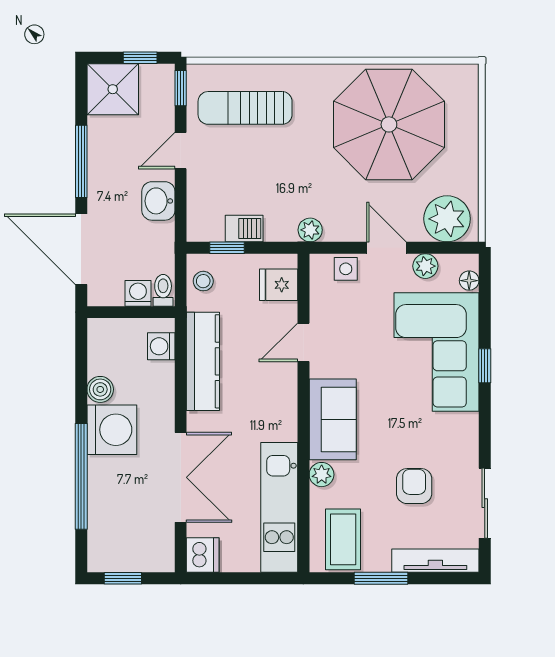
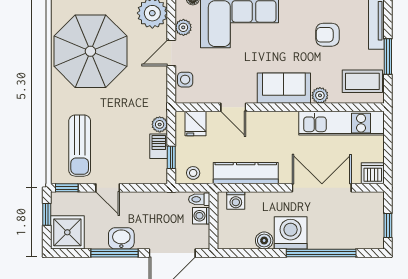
washbasin: (158, 201) -> (121, 238), moved, turned 180
plant: (310, 230) -> (160, 124), moved

